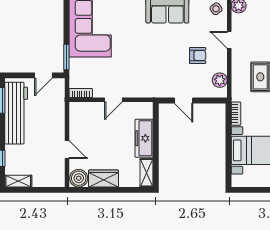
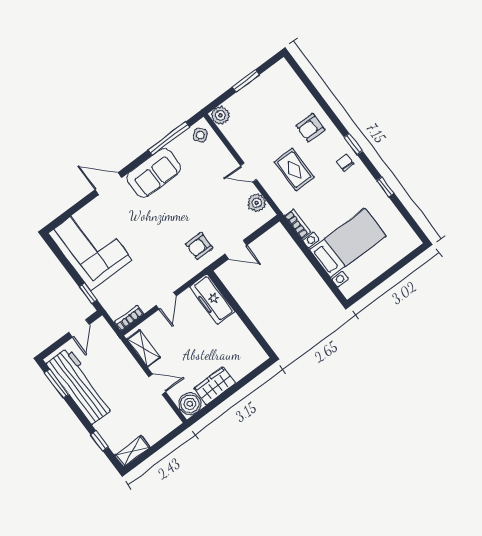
door: (229, 40) -> (249, 173), moved
armchair: (198, 56) -> (199, 246), moved, turned 180
window: (66, 57) -> (88, 293), width x0.67
freezer: (144, 138) -> (212, 299), moved
shelving: (147, 173) -> (143, 348), moved

